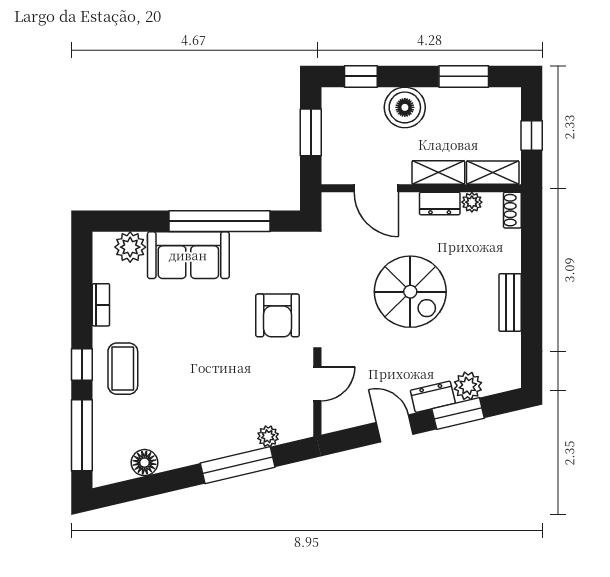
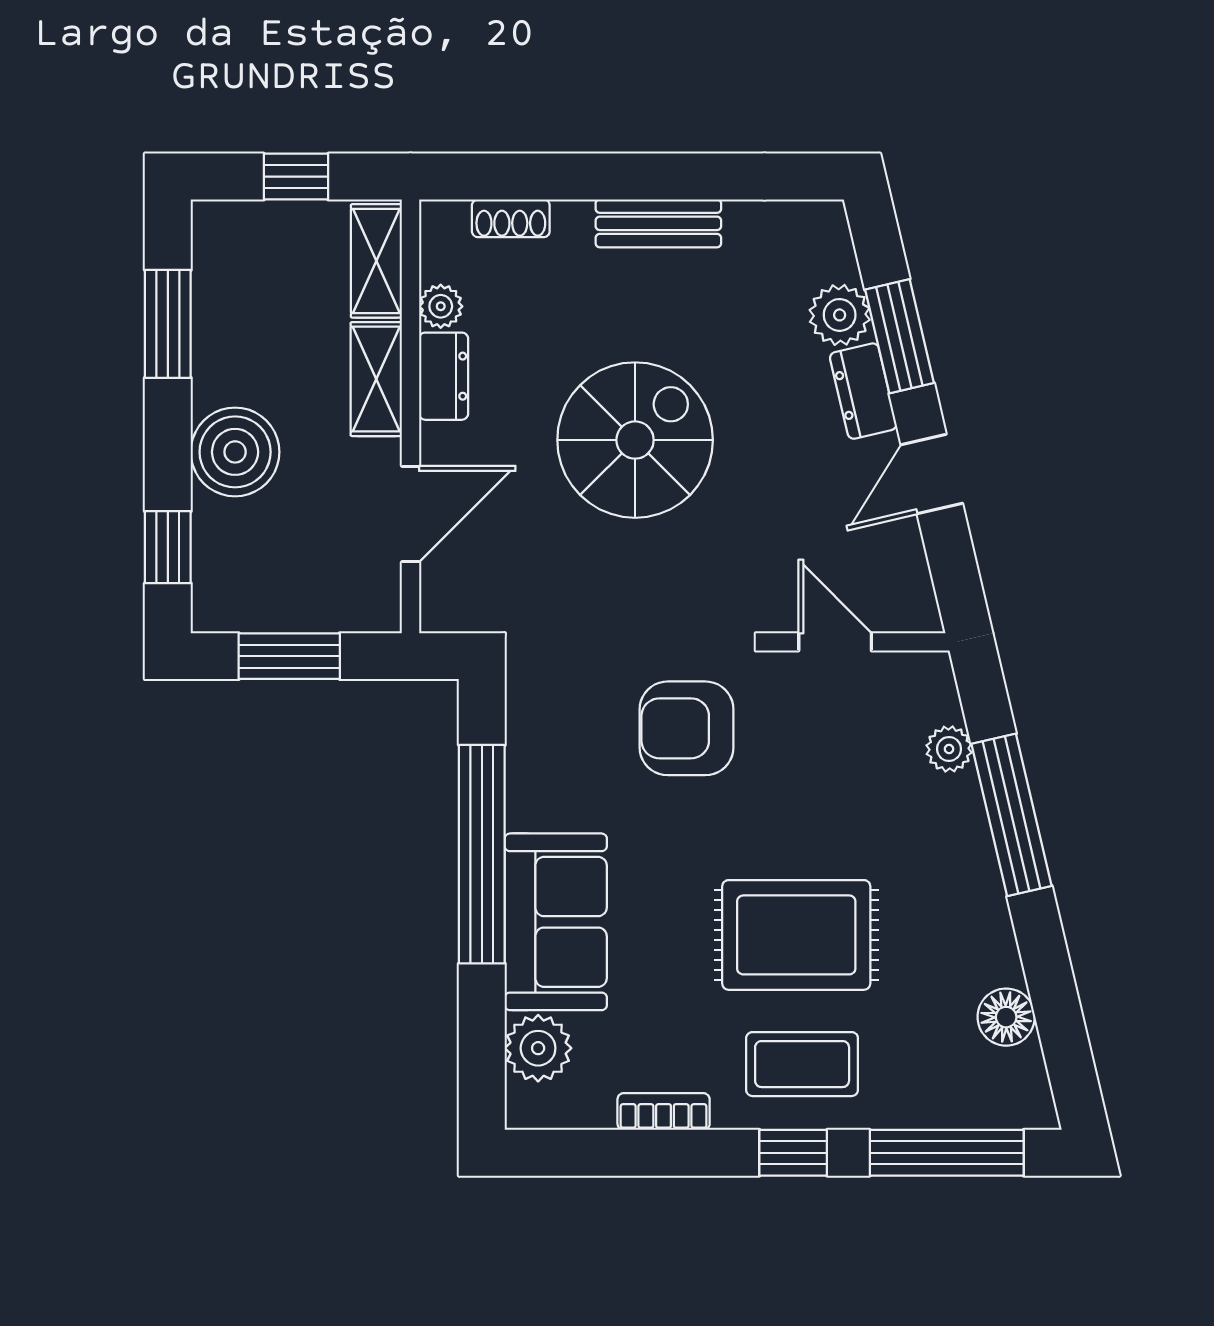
shoe rack: (512, 210) -> (511, 218), moved
armchair: (277, 315) -> (686, 728), turned 180
rug: (182, 366) -> (796, 935), added

